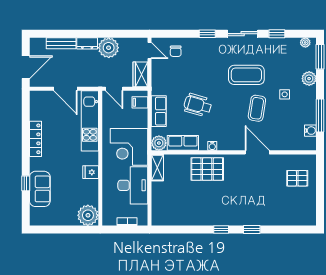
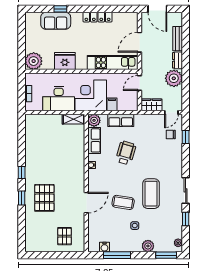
window: (207, 34) -> (186, 137), moved
filing cabinet: (140, 102) -> (112, 104), moved
pallet: (207, 169) -> (44, 198), moved
fridge: (91, 172) -> (65, 61), width x1.88, depth x1.34

